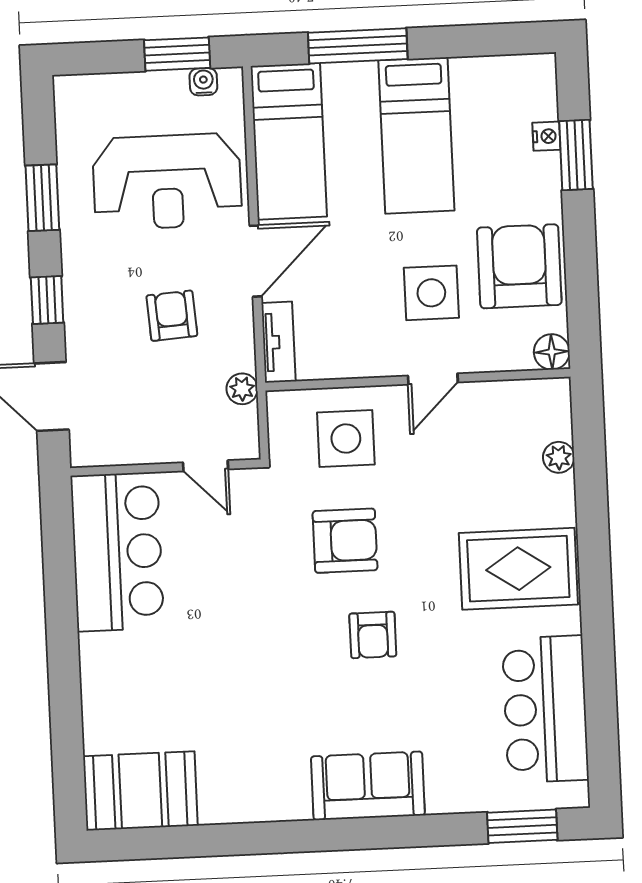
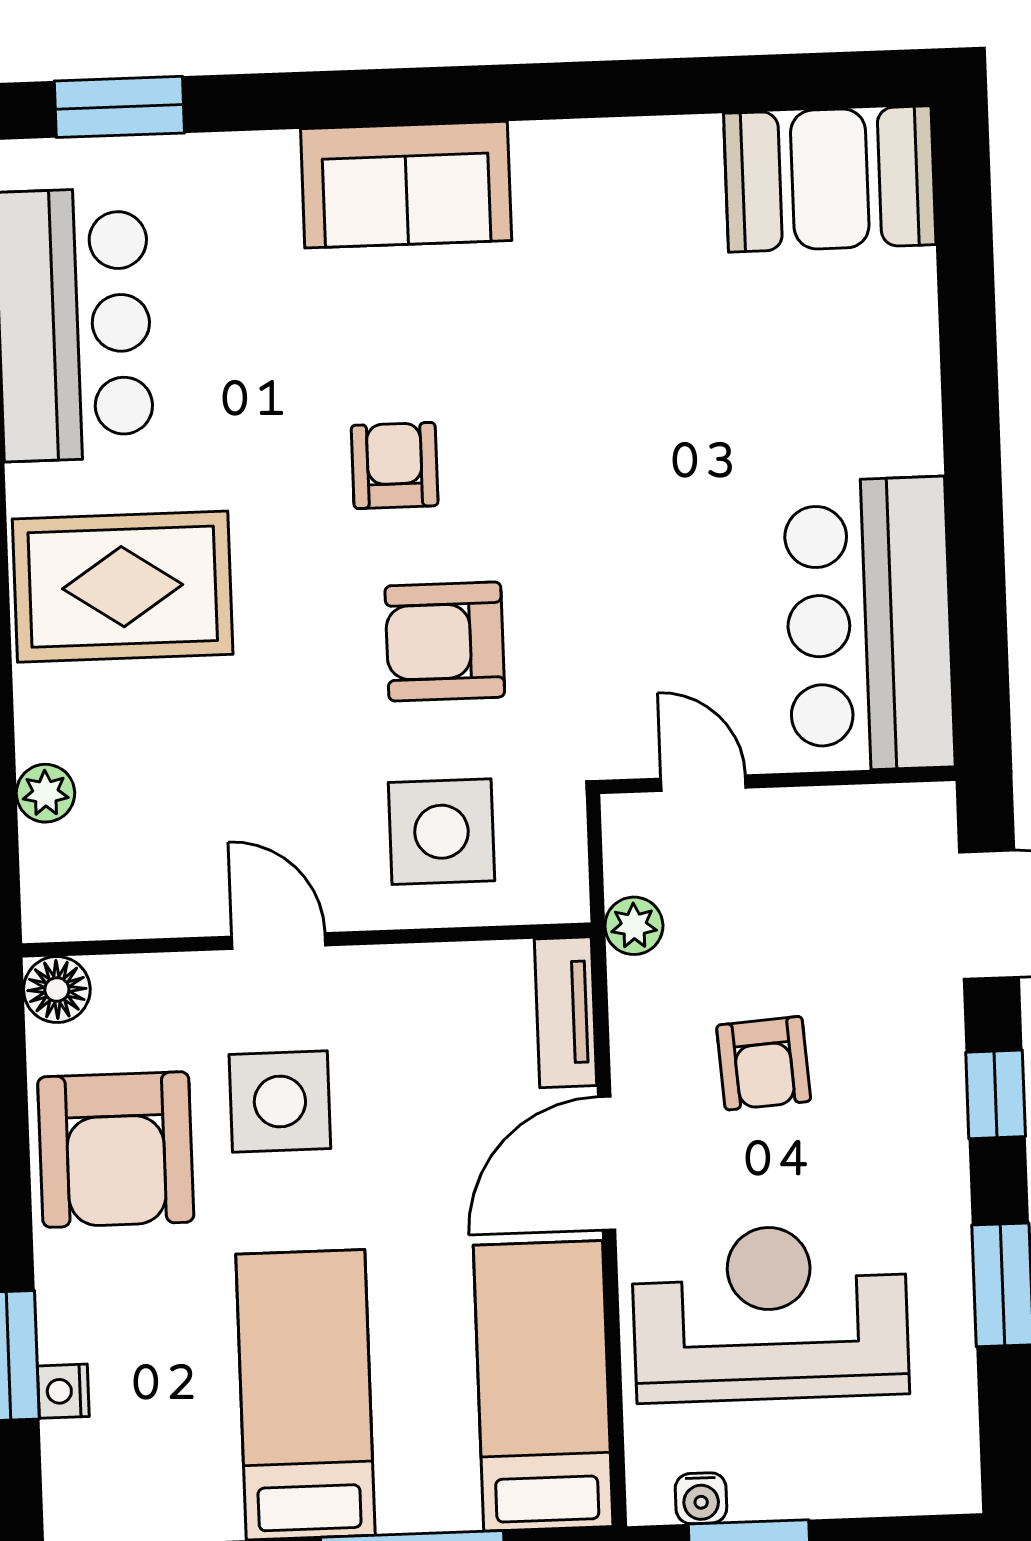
door: (433, 379) -> (279, 941), hinge flipped

